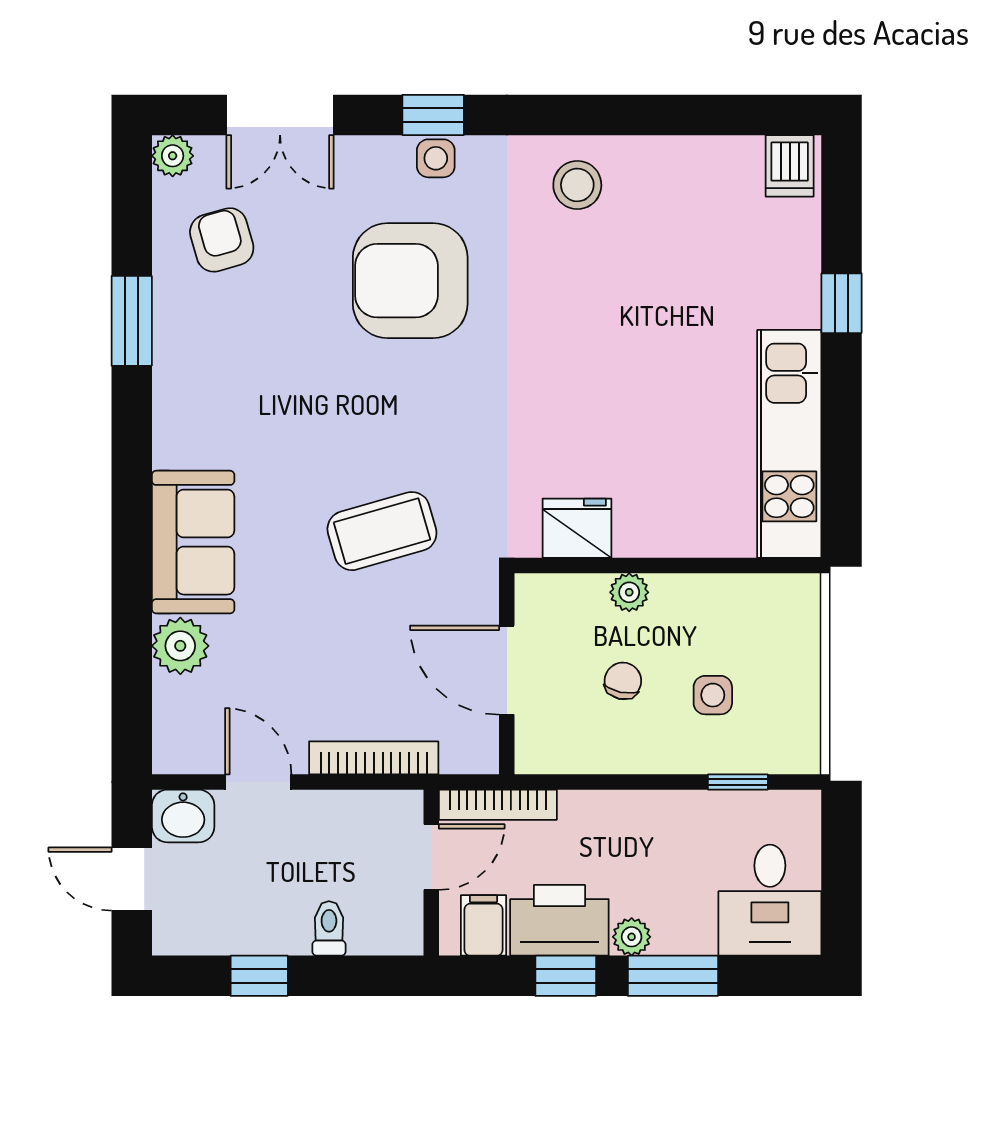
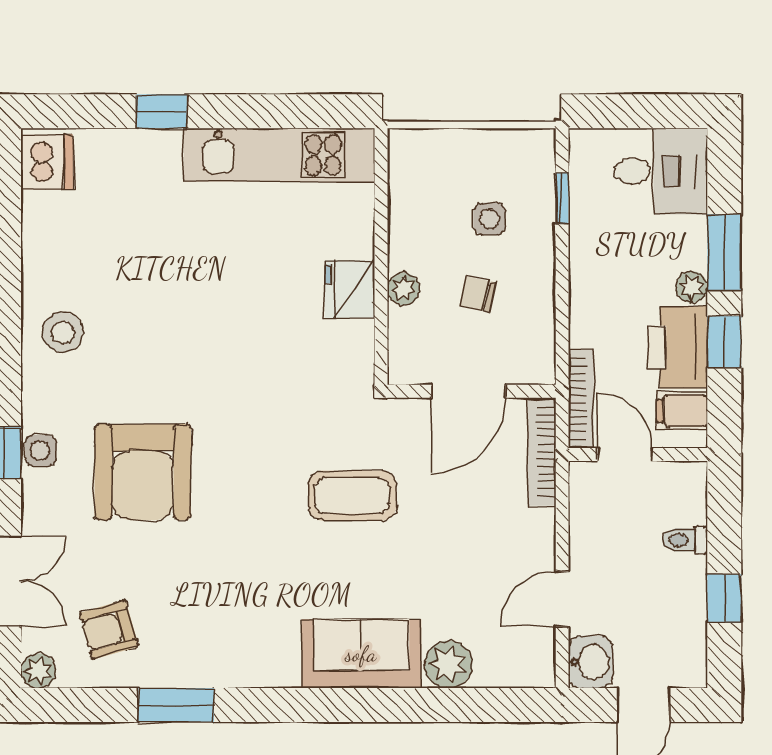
dishwasher: (790, 166) -> (47, 162), width x1.38
fridge: (577, 528) -> (350, 289), moved
coffee table: (382, 531) -> (352, 496), turned -74
bookcase: (374, 758) -> (542, 452), moved

